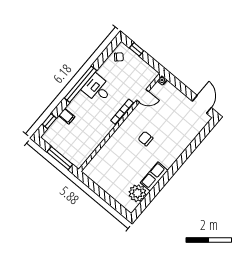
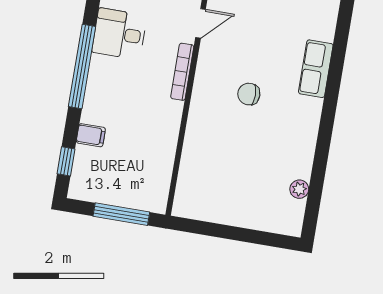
desk: (97, 89) -> (119, 34), moved
row of seats: (154, 177) -> (316, 69), moved
plant: (137, 193) -> (299, 189), width x0.53, depth x0.53

